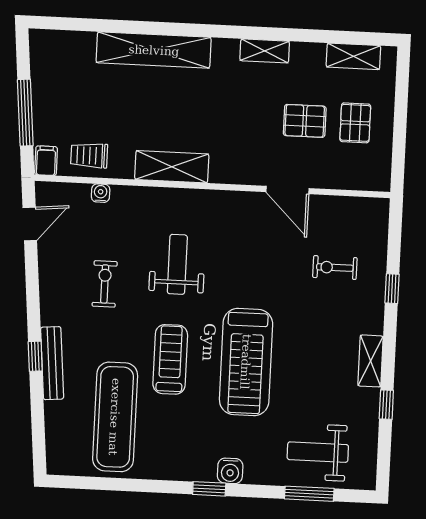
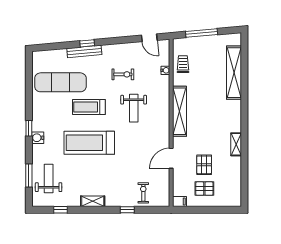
shelving: (154, 50) -> (234, 73), moved
shelving: (353, 56) -> (236, 186), removed
filing cabinet: (46, 161) -> (179, 202), moved
shelving: (172, 167) -> (179, 111), width x1.47
weight bench: (177, 264) -> (134, 108), turned 90
exercise bike: (335, 268) -> (143, 193), moved
treadmill: (170, 359) -> (89, 107), turned 180
window: (386, 405) -> (61, 210), moved

